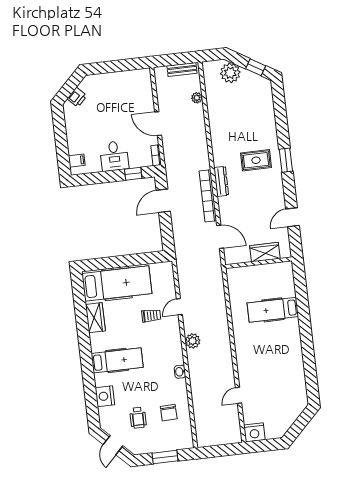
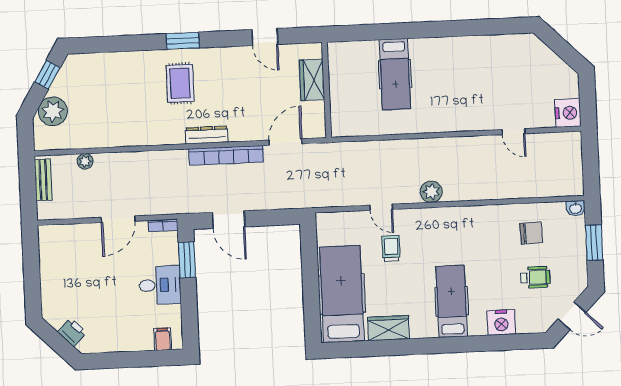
window: (133, 174) -> (187, 260), width x1.50
washbasin: (180, 372) -> (576, 208), moved

